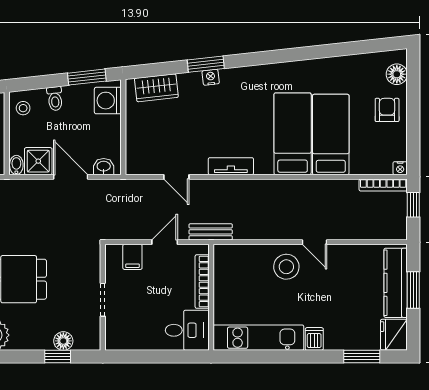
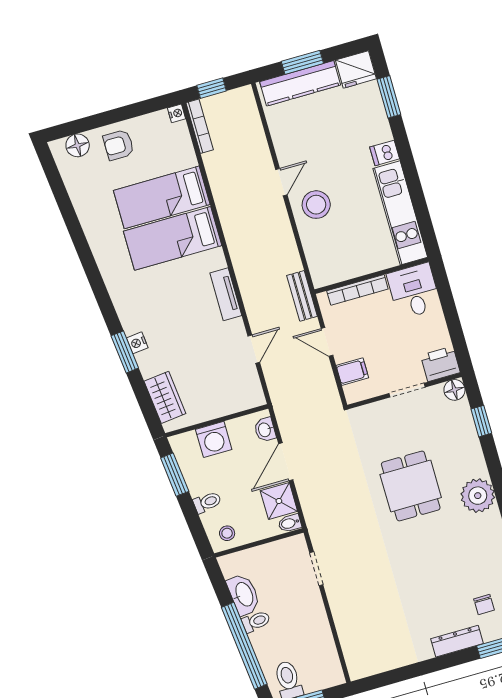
washing machine: (108, 101) -> (214, 439), moved
printer: (117, 335) -> (440, 364), added
floor lamp: (63, 341) -> (454, 390), moved

